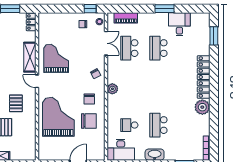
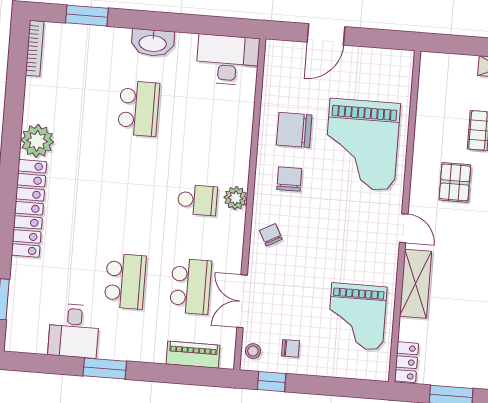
grand piano: (56, 58) -> (357, 317), moved
school desk: (129, 125) -> (197, 200), moved

